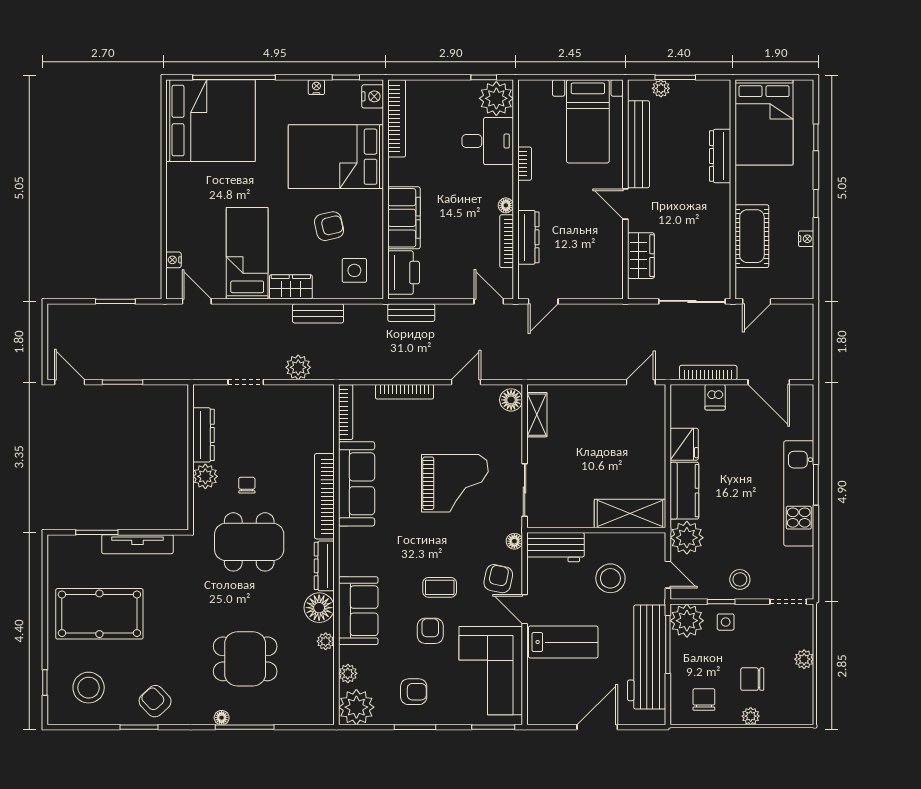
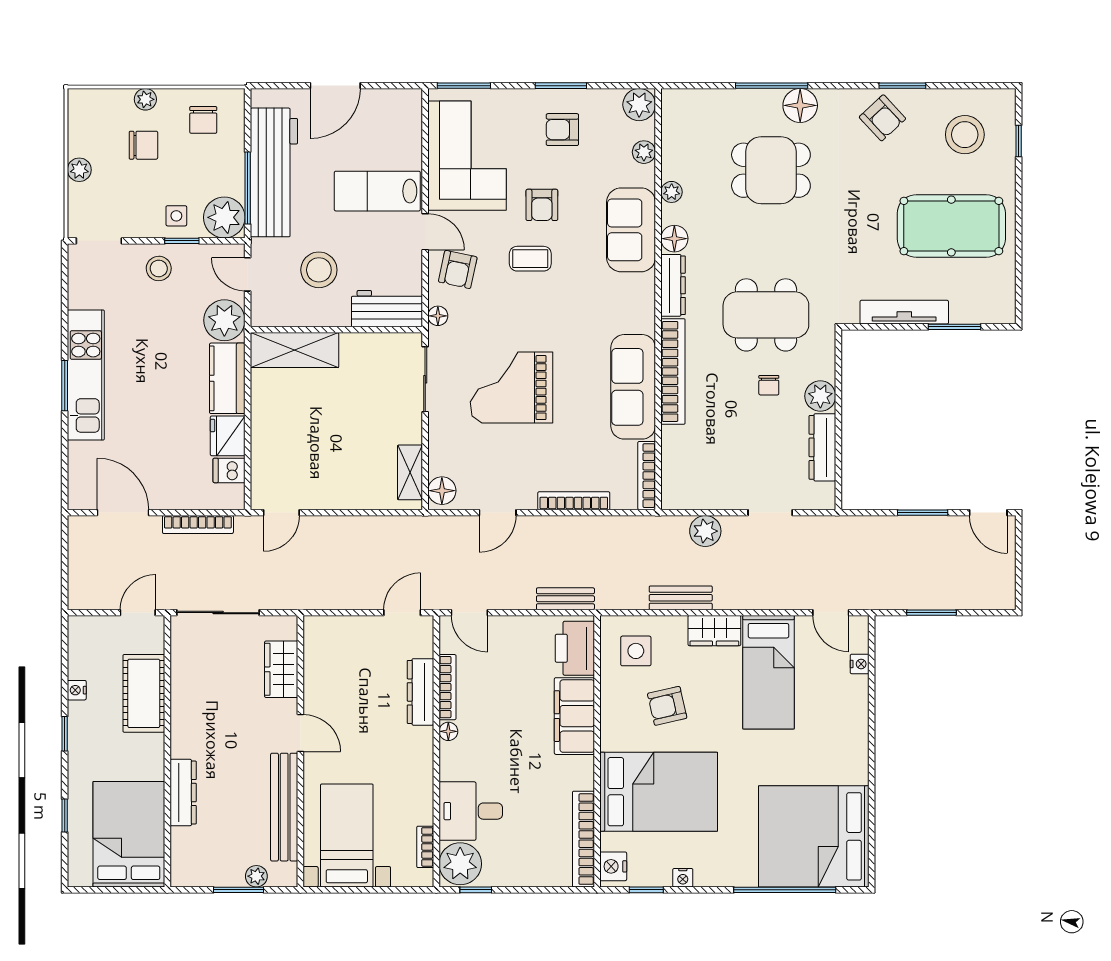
bookcase: (525, 164) -> (425, 847), moved
dishwasher: (715, 397) -> (229, 470), moved, turned -90
floor lamp: (319, 608) -> (674, 239), width x0.73, depth x0.73
plant: (356, 707) -> (639, 105), width x0.73, depth x0.73
floor lamp: (222, 718) -> (800, 105), width x1.89, depth x1.89

